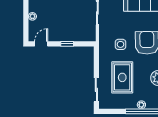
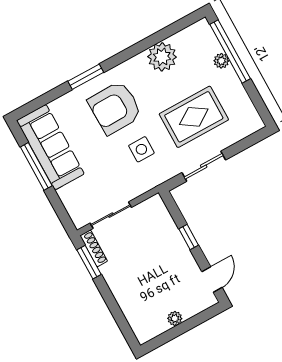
door: (41, 44) -> (212, 280), swing flipped
sliding door: (96, 90) -> (204, 166), moved

